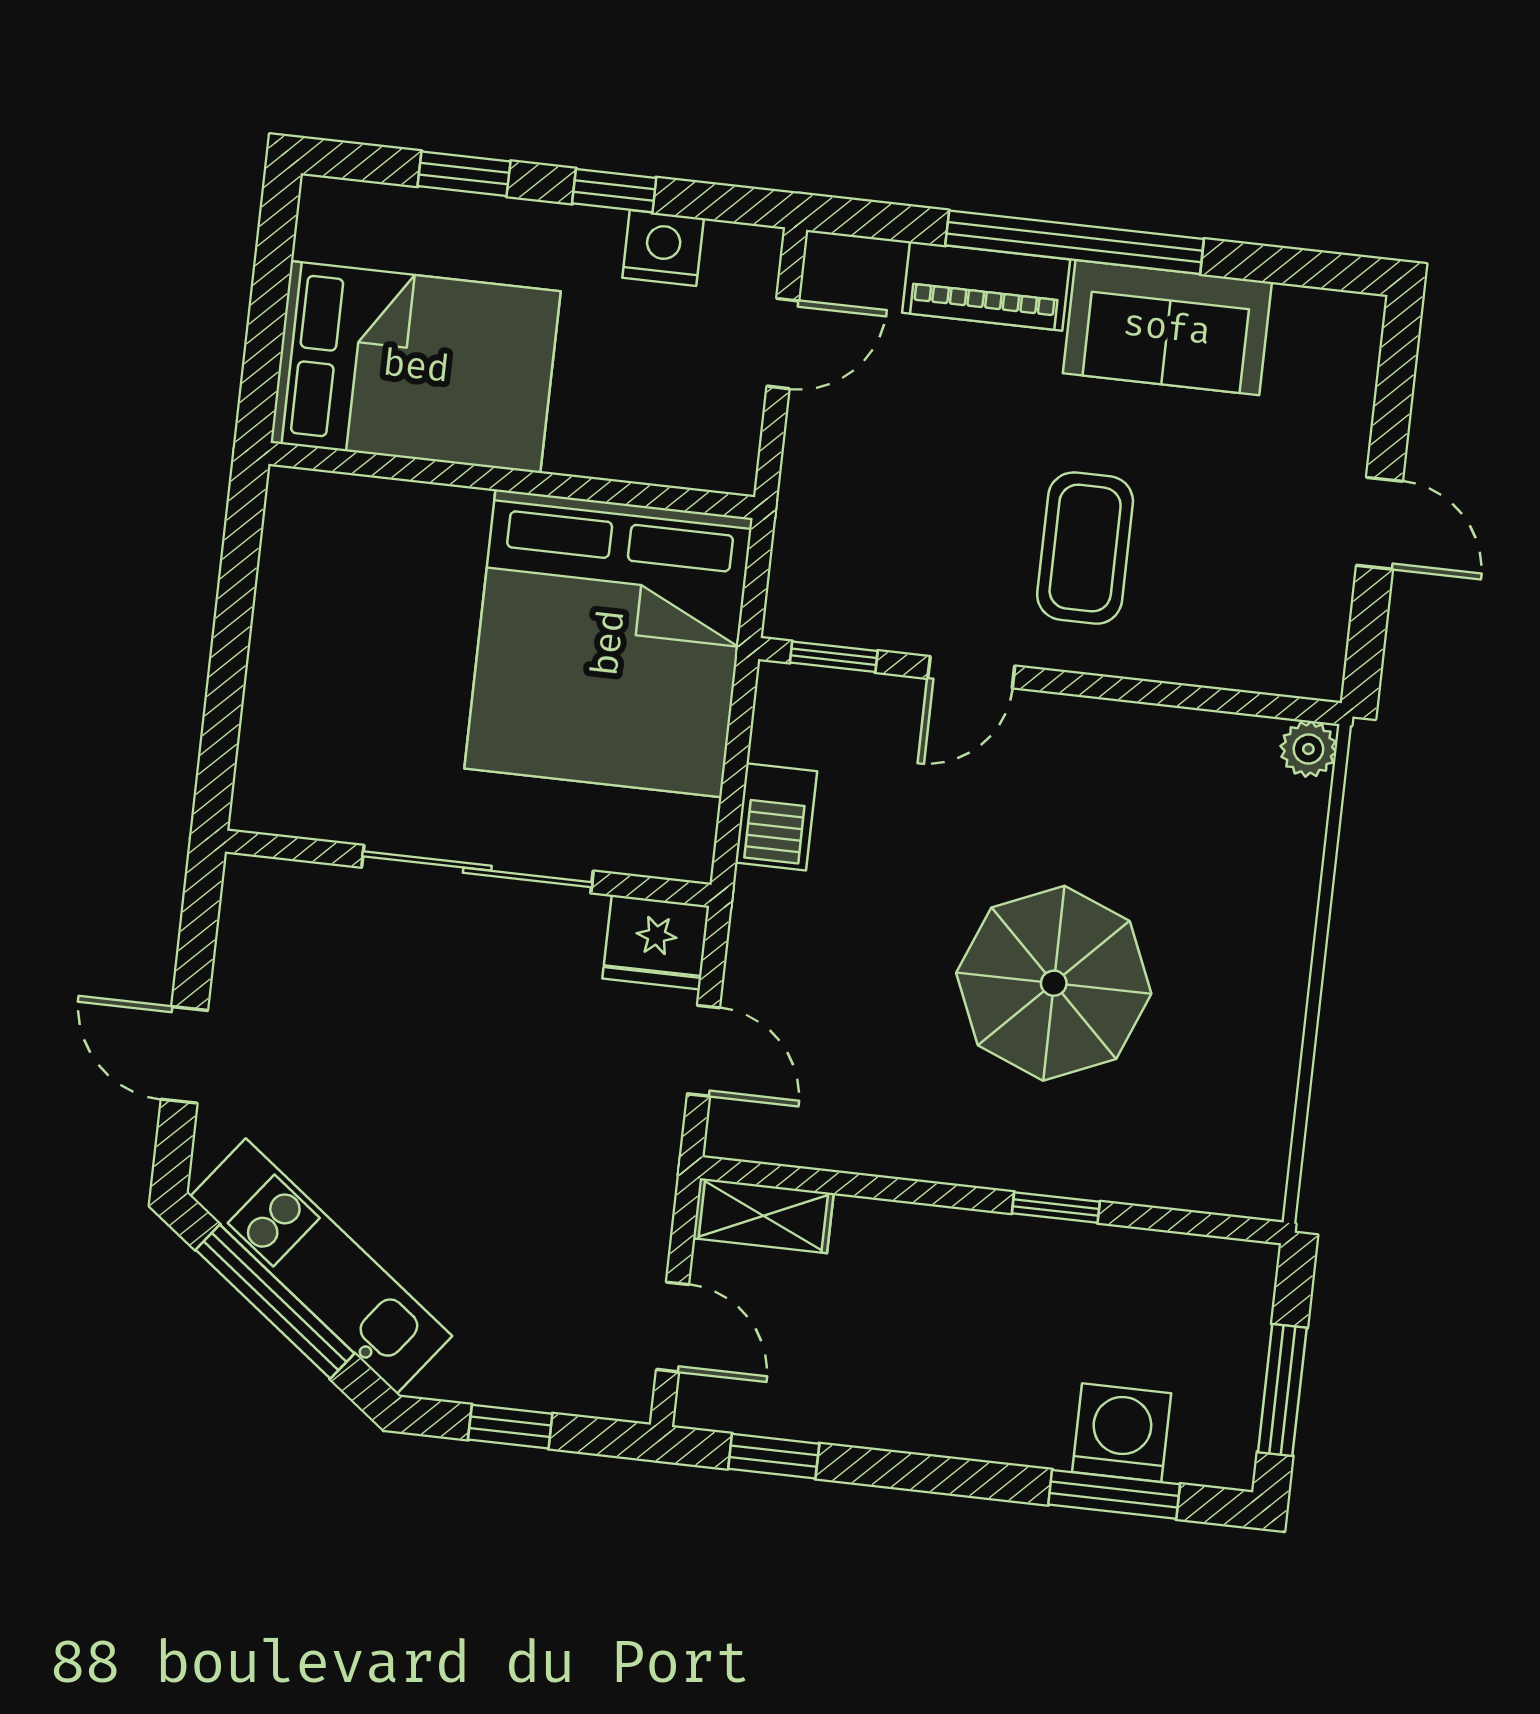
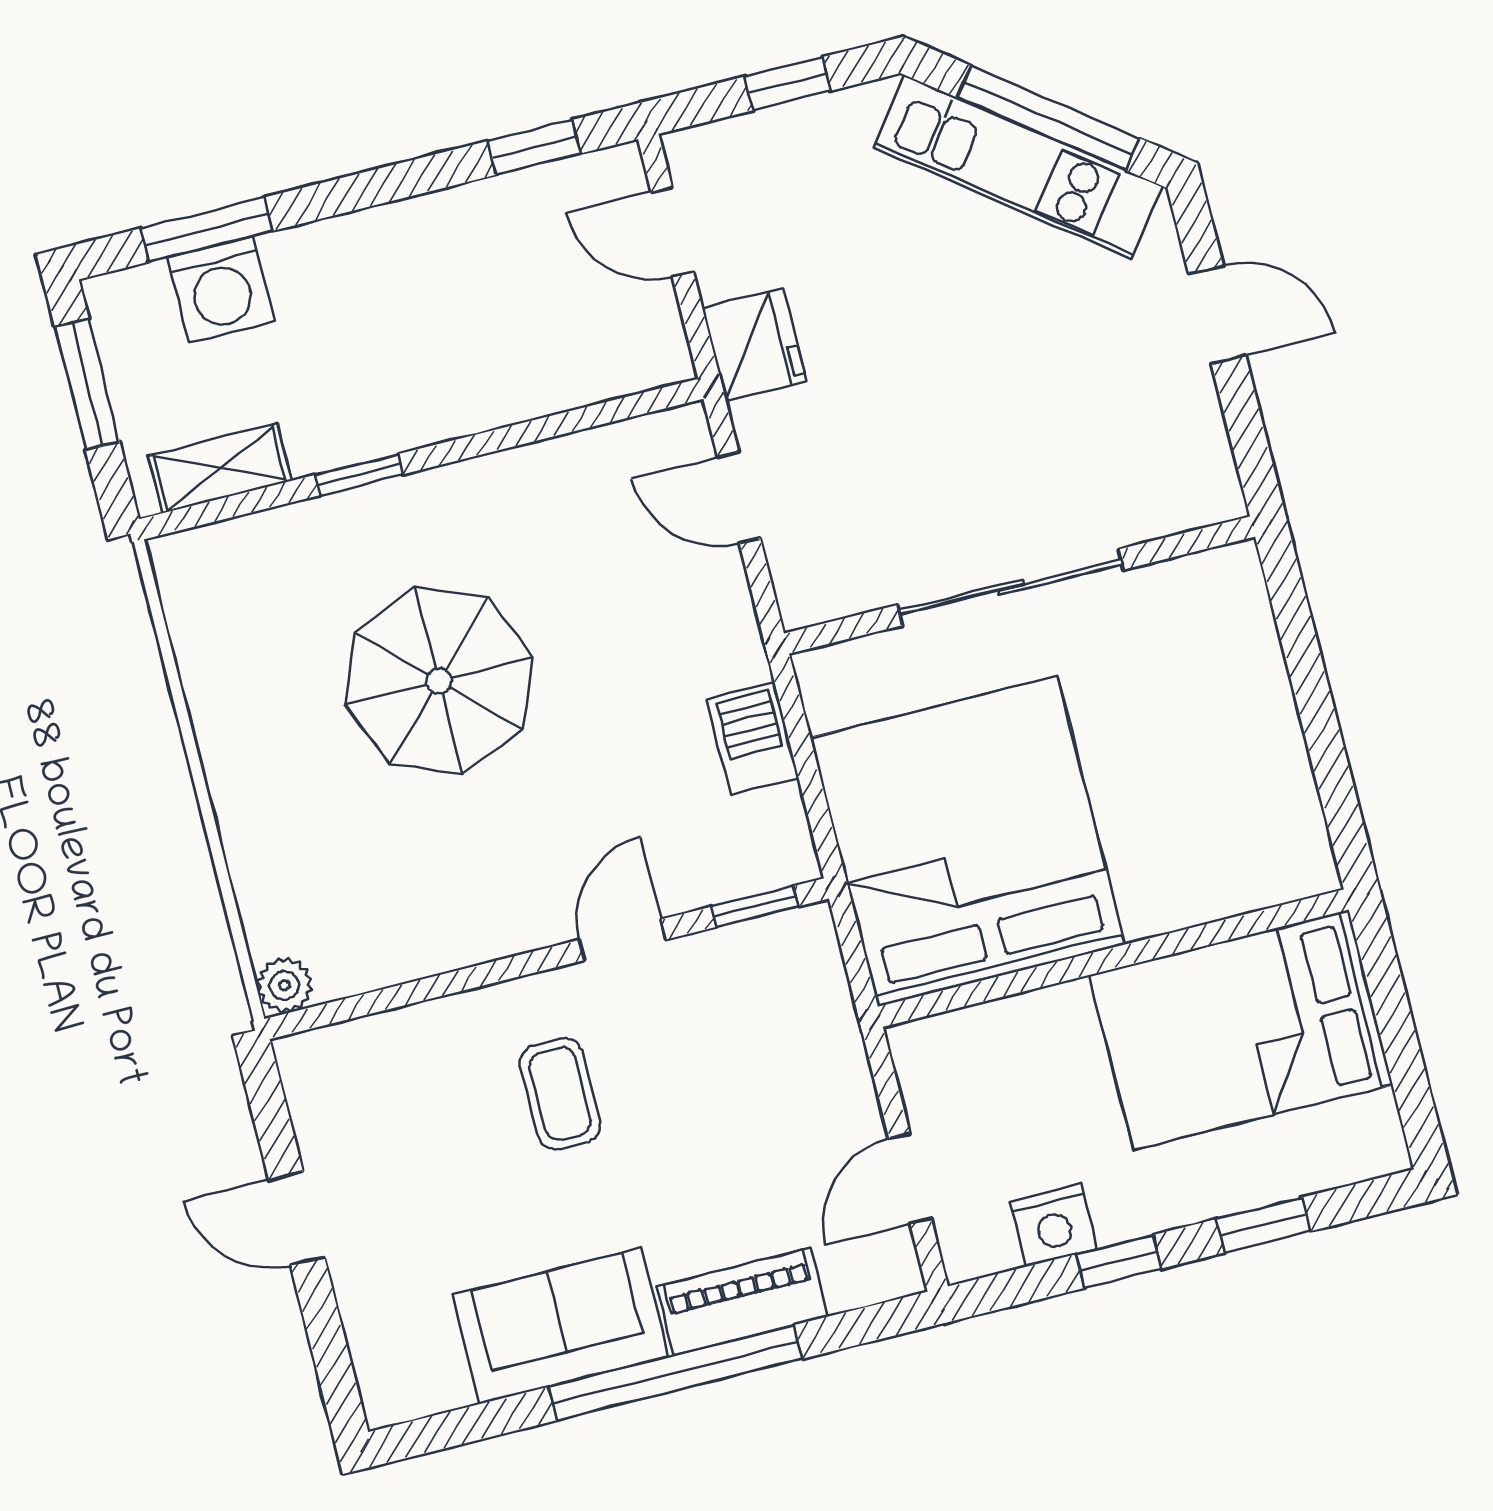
coffee table: (1085, 548) -> (560, 1094), width x0.73, depth x0.77
fridge: (656, 942) -> (754, 345), moved, turned 90
shelving: (763, 1216) -> (220, 468), moved

